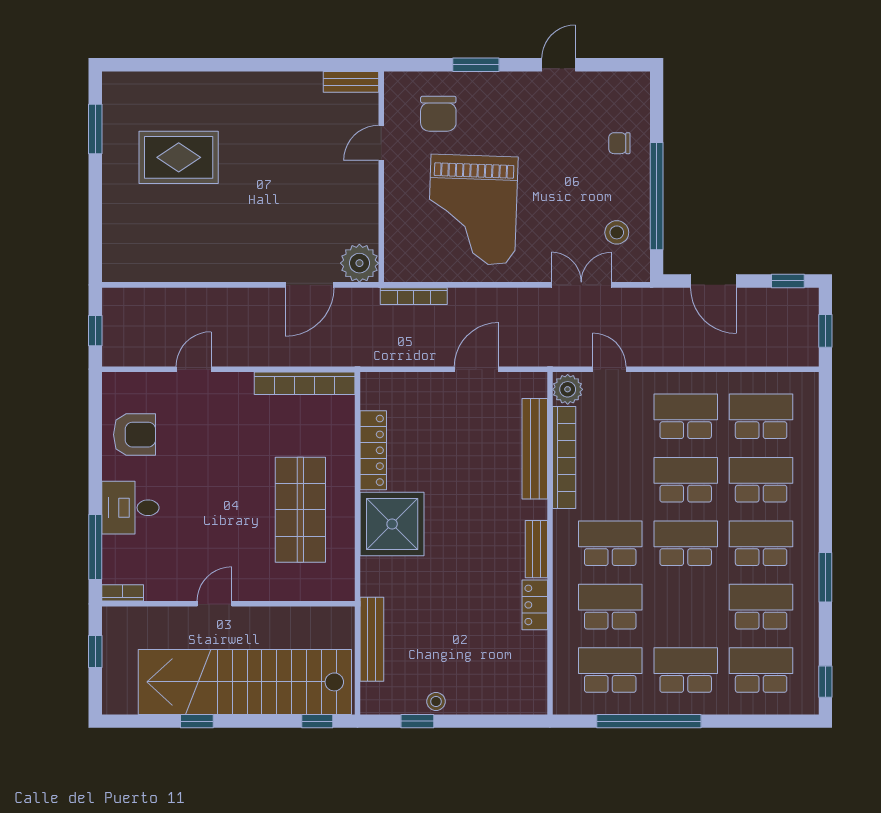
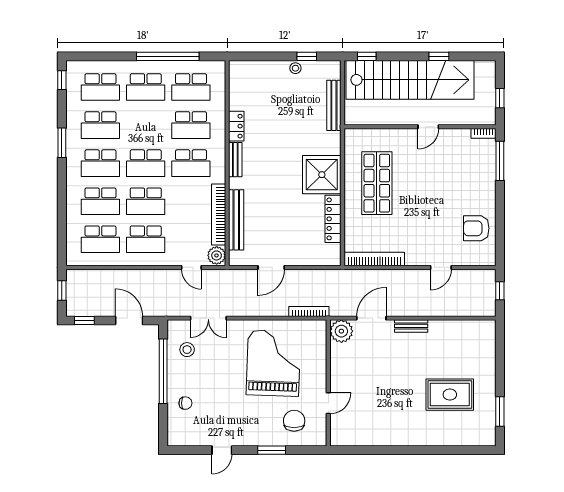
bench: (351, 82) -> (411, 326), moved
desk: (130, 508) -> (479, 184), removed

